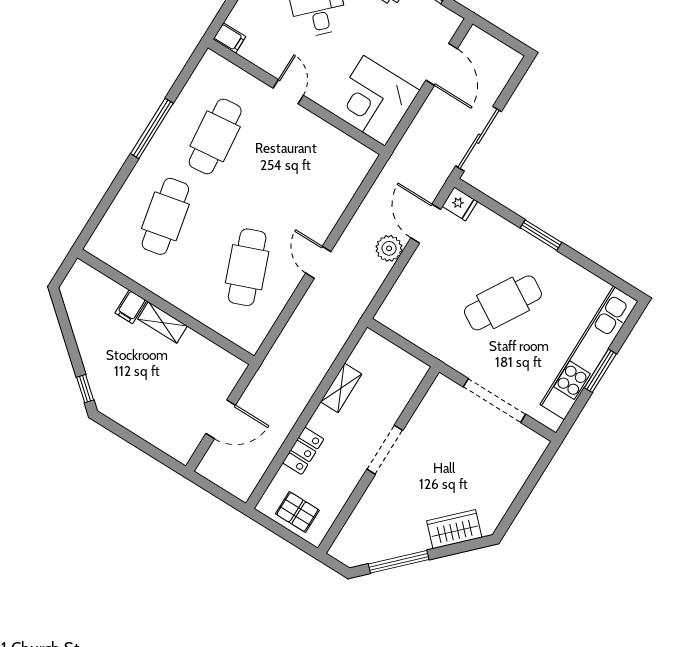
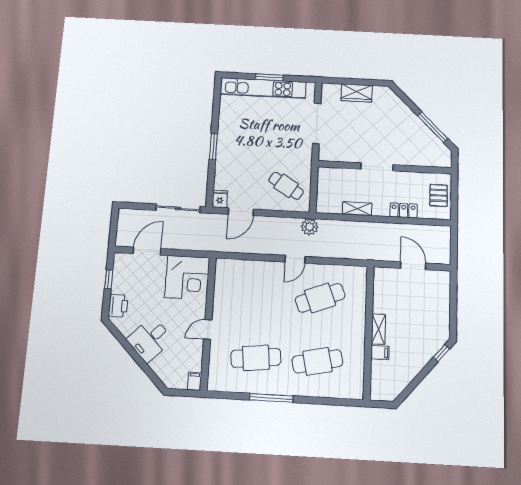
plant: (389, 248) -> (310, 227), moved
cafe table: (503, 303) -> (286, 186), moved, width x0.73, depth x0.74
wardrobe: (454, 529) -> (357, 93), moved, turned -45

